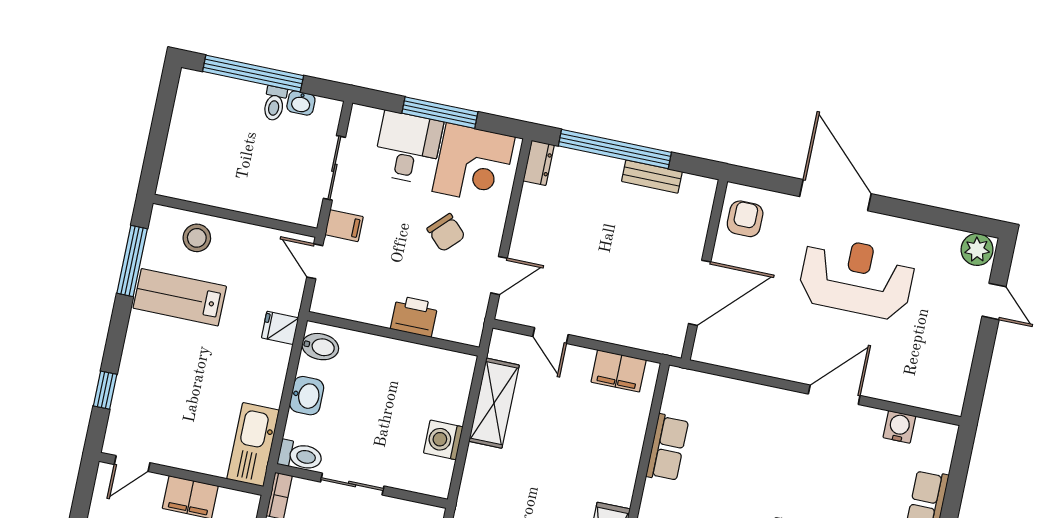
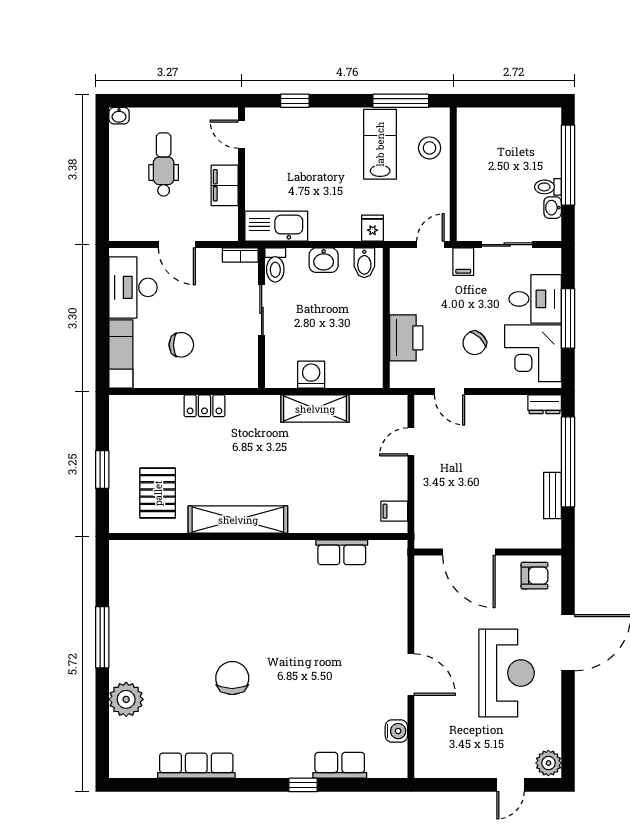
printer: (414, 316) -> (406, 338), width x1.37, depth x1.19
filing cabinet: (619, 371) -> (394, 511), width x0.50
shelving: (494, 403) -> (315, 409), moved

